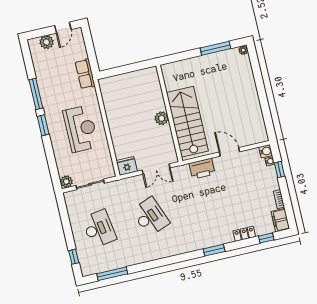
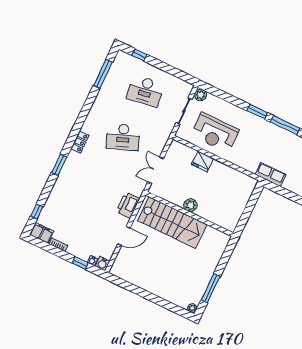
reception desk: (81, 129) -> (215, 133), moved
fridge: (127, 166) -> (202, 161), moved, turned 90
locker: (244, 234) -> (80, 142), moved

